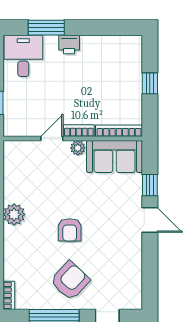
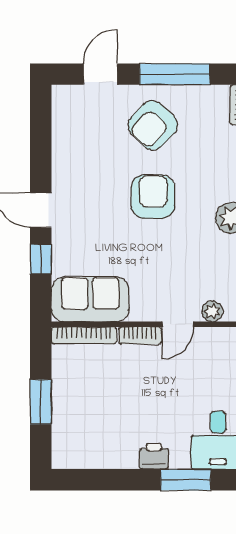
window: (150, 83) -> (41, 402), width x1.50
plant: (78, 148) -> (212, 311), moved
armchair: (70, 230) -> (153, 197), width x1.38, depth x1.38

